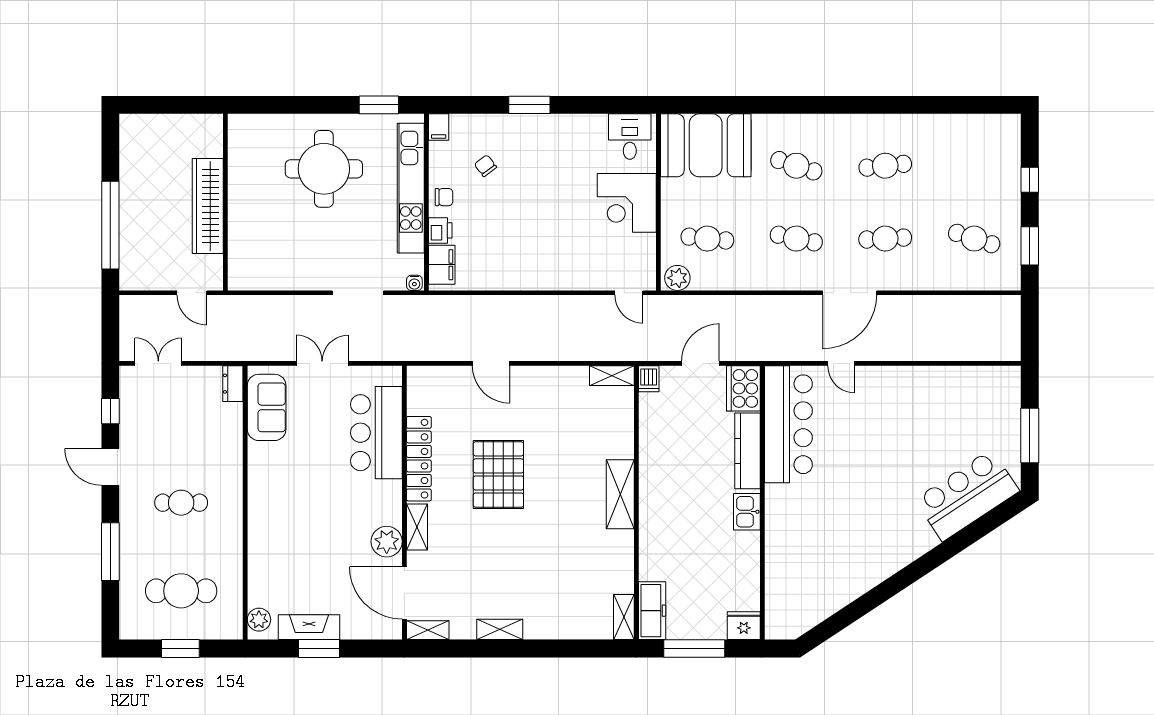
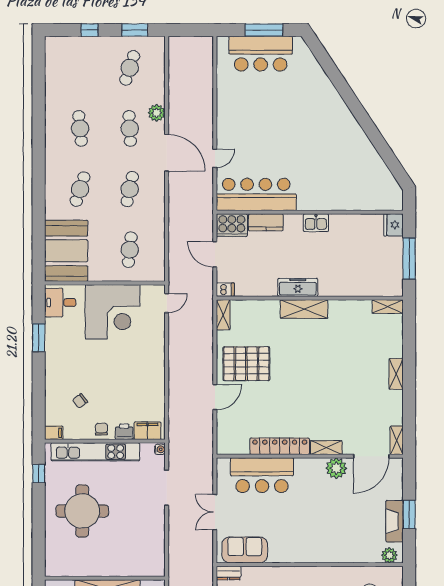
window: (379, 105) -> (39, 474), width x0.67
window: (529, 105) -> (39, 338), moved
corner desk: (627, 203) -> (113, 312), width x1.36, depth x1.36
plant: (677, 278) -> (157, 113), moved
kitchen counter: (747, 451) -> (266, 222), width x0.67
pallet: (498, 474) -> (246, 364), moved
bar counter: (967, 495) -> (261, 54), moved, turned -57
freezer: (652, 611) -> (298, 287), moved
shelving: (500, 629) -> (396, 374), moved

